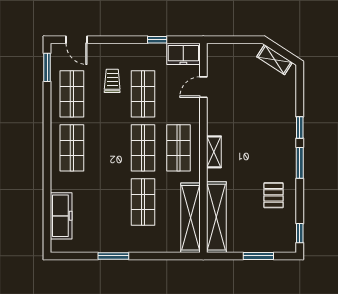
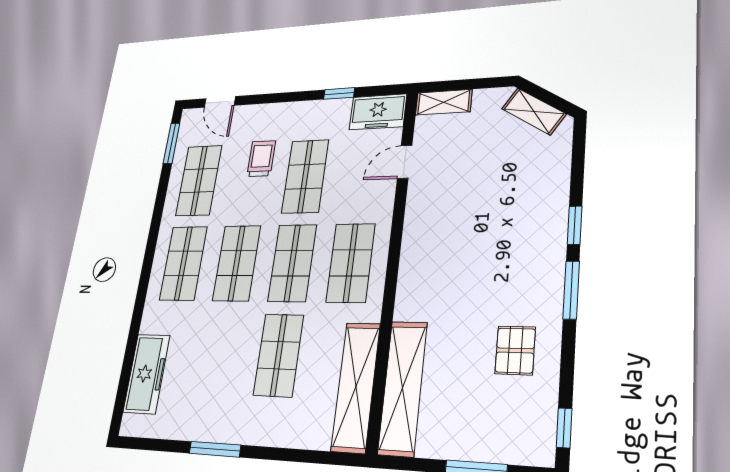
shop shelf: (107, 148) -> (237, 263), added
shelving: (214, 152) -> (444, 102), moved, turned 90

